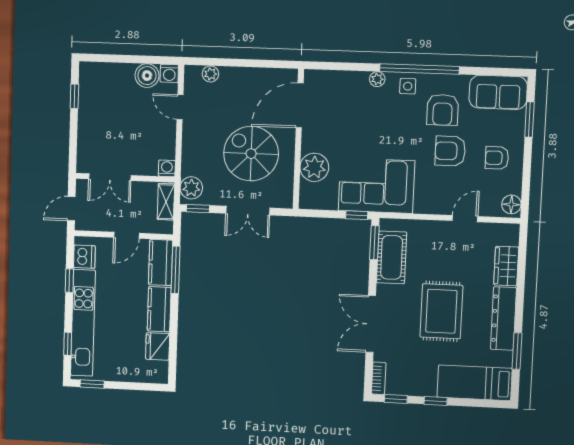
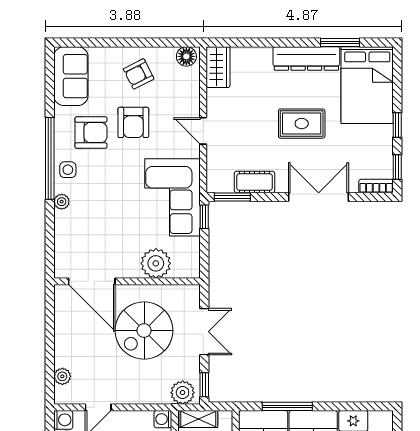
window: (529, 120) -> (98, 43), removed
armchair: (497, 158) -> (139, 74), turned 63
door: (465, 219) -> (203, 131), moved
cot: (392, 257) -> (255, 182), width x0.73, depth x0.75
wardrobe: (506, 266) -> (218, 67), moved, turned -90
window: (176, 270) -> (287, 406), moved
rug: (441, 311) -> (302, 124), width x0.73, depth x0.70
double door: (371, 324) -> (319, 197), swing flipped
bed: (475, 383) -> (367, 85), width x1.50

